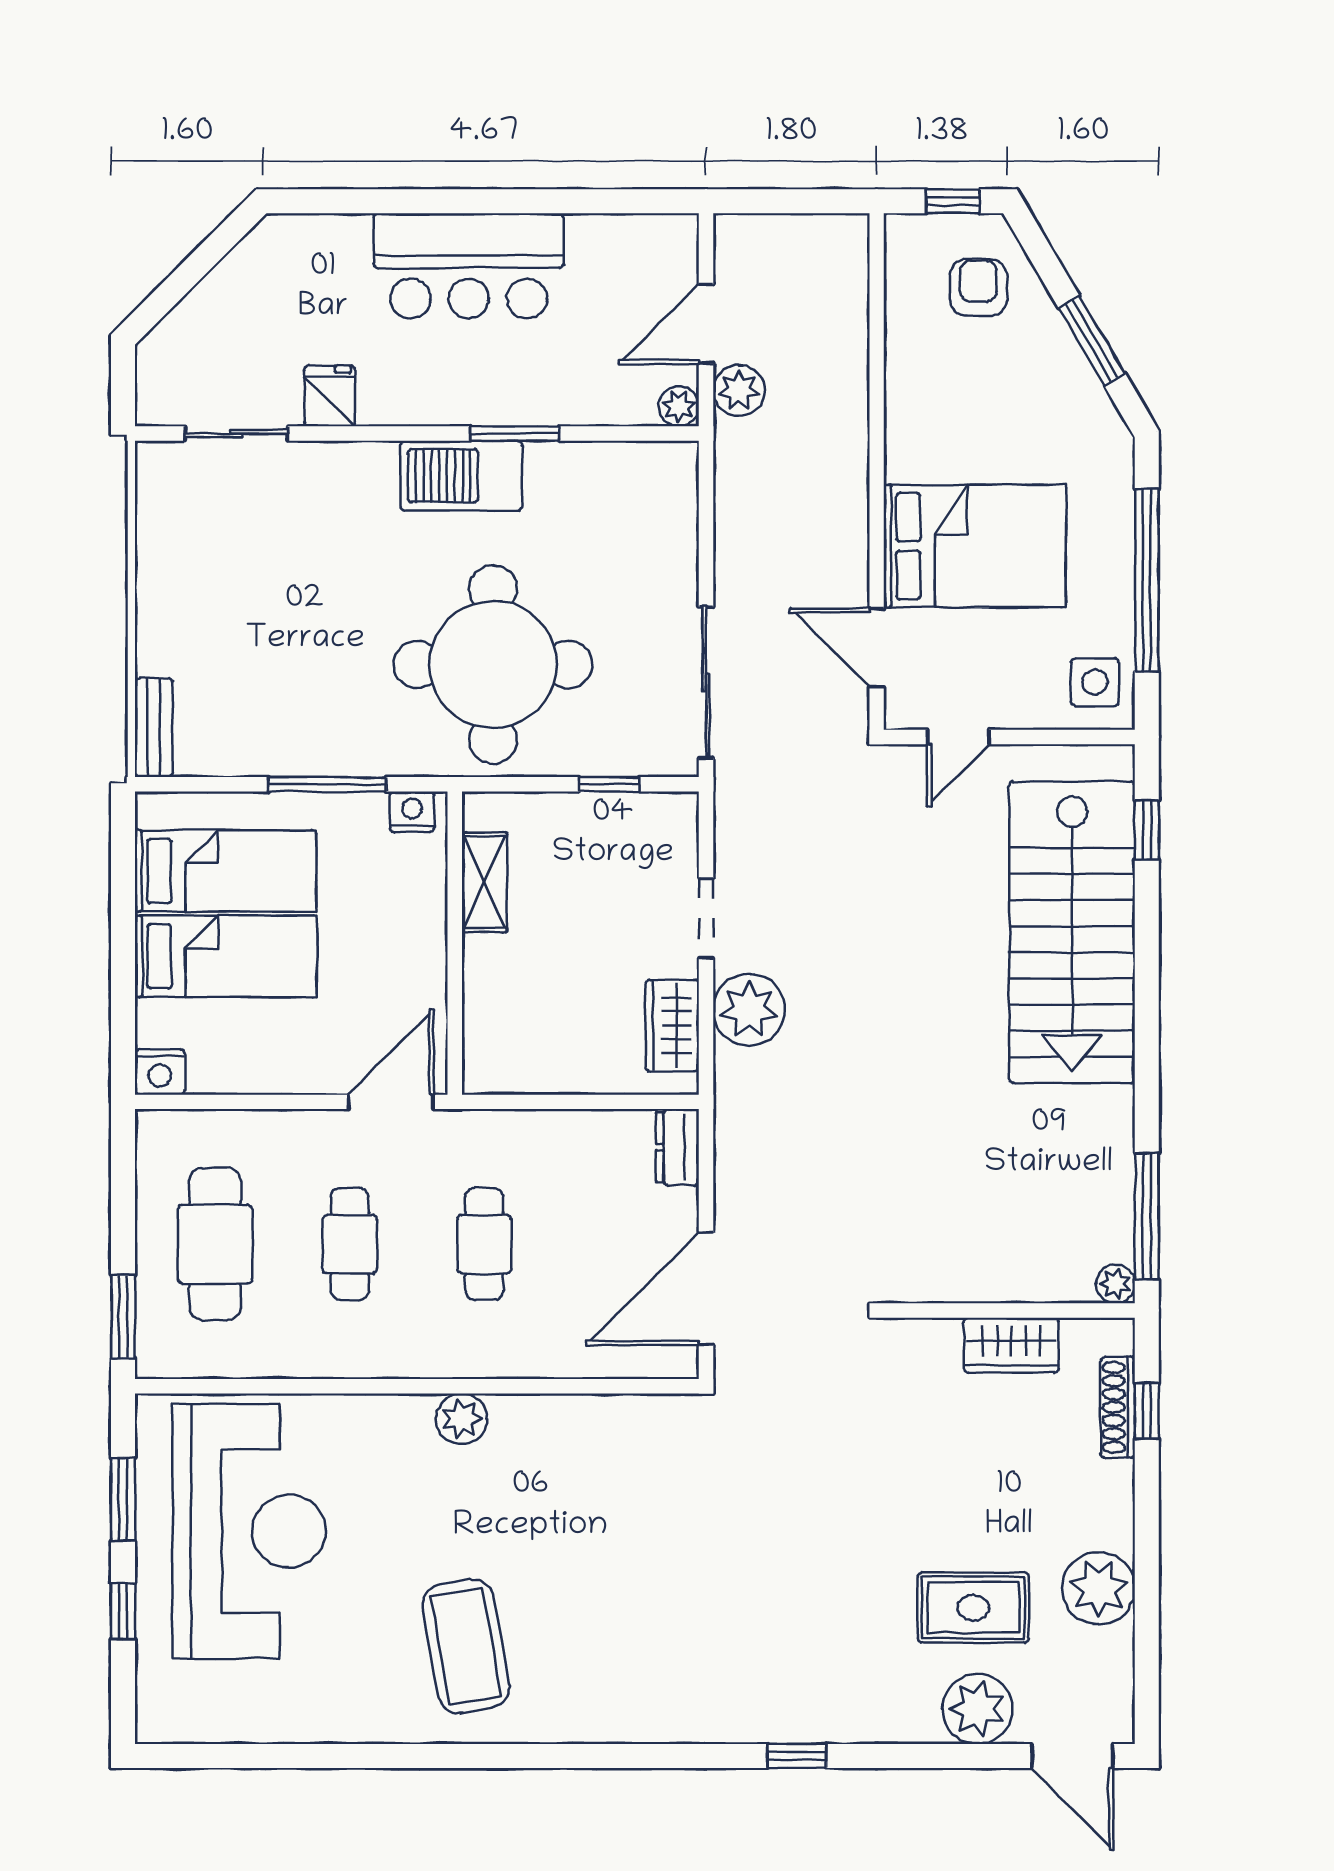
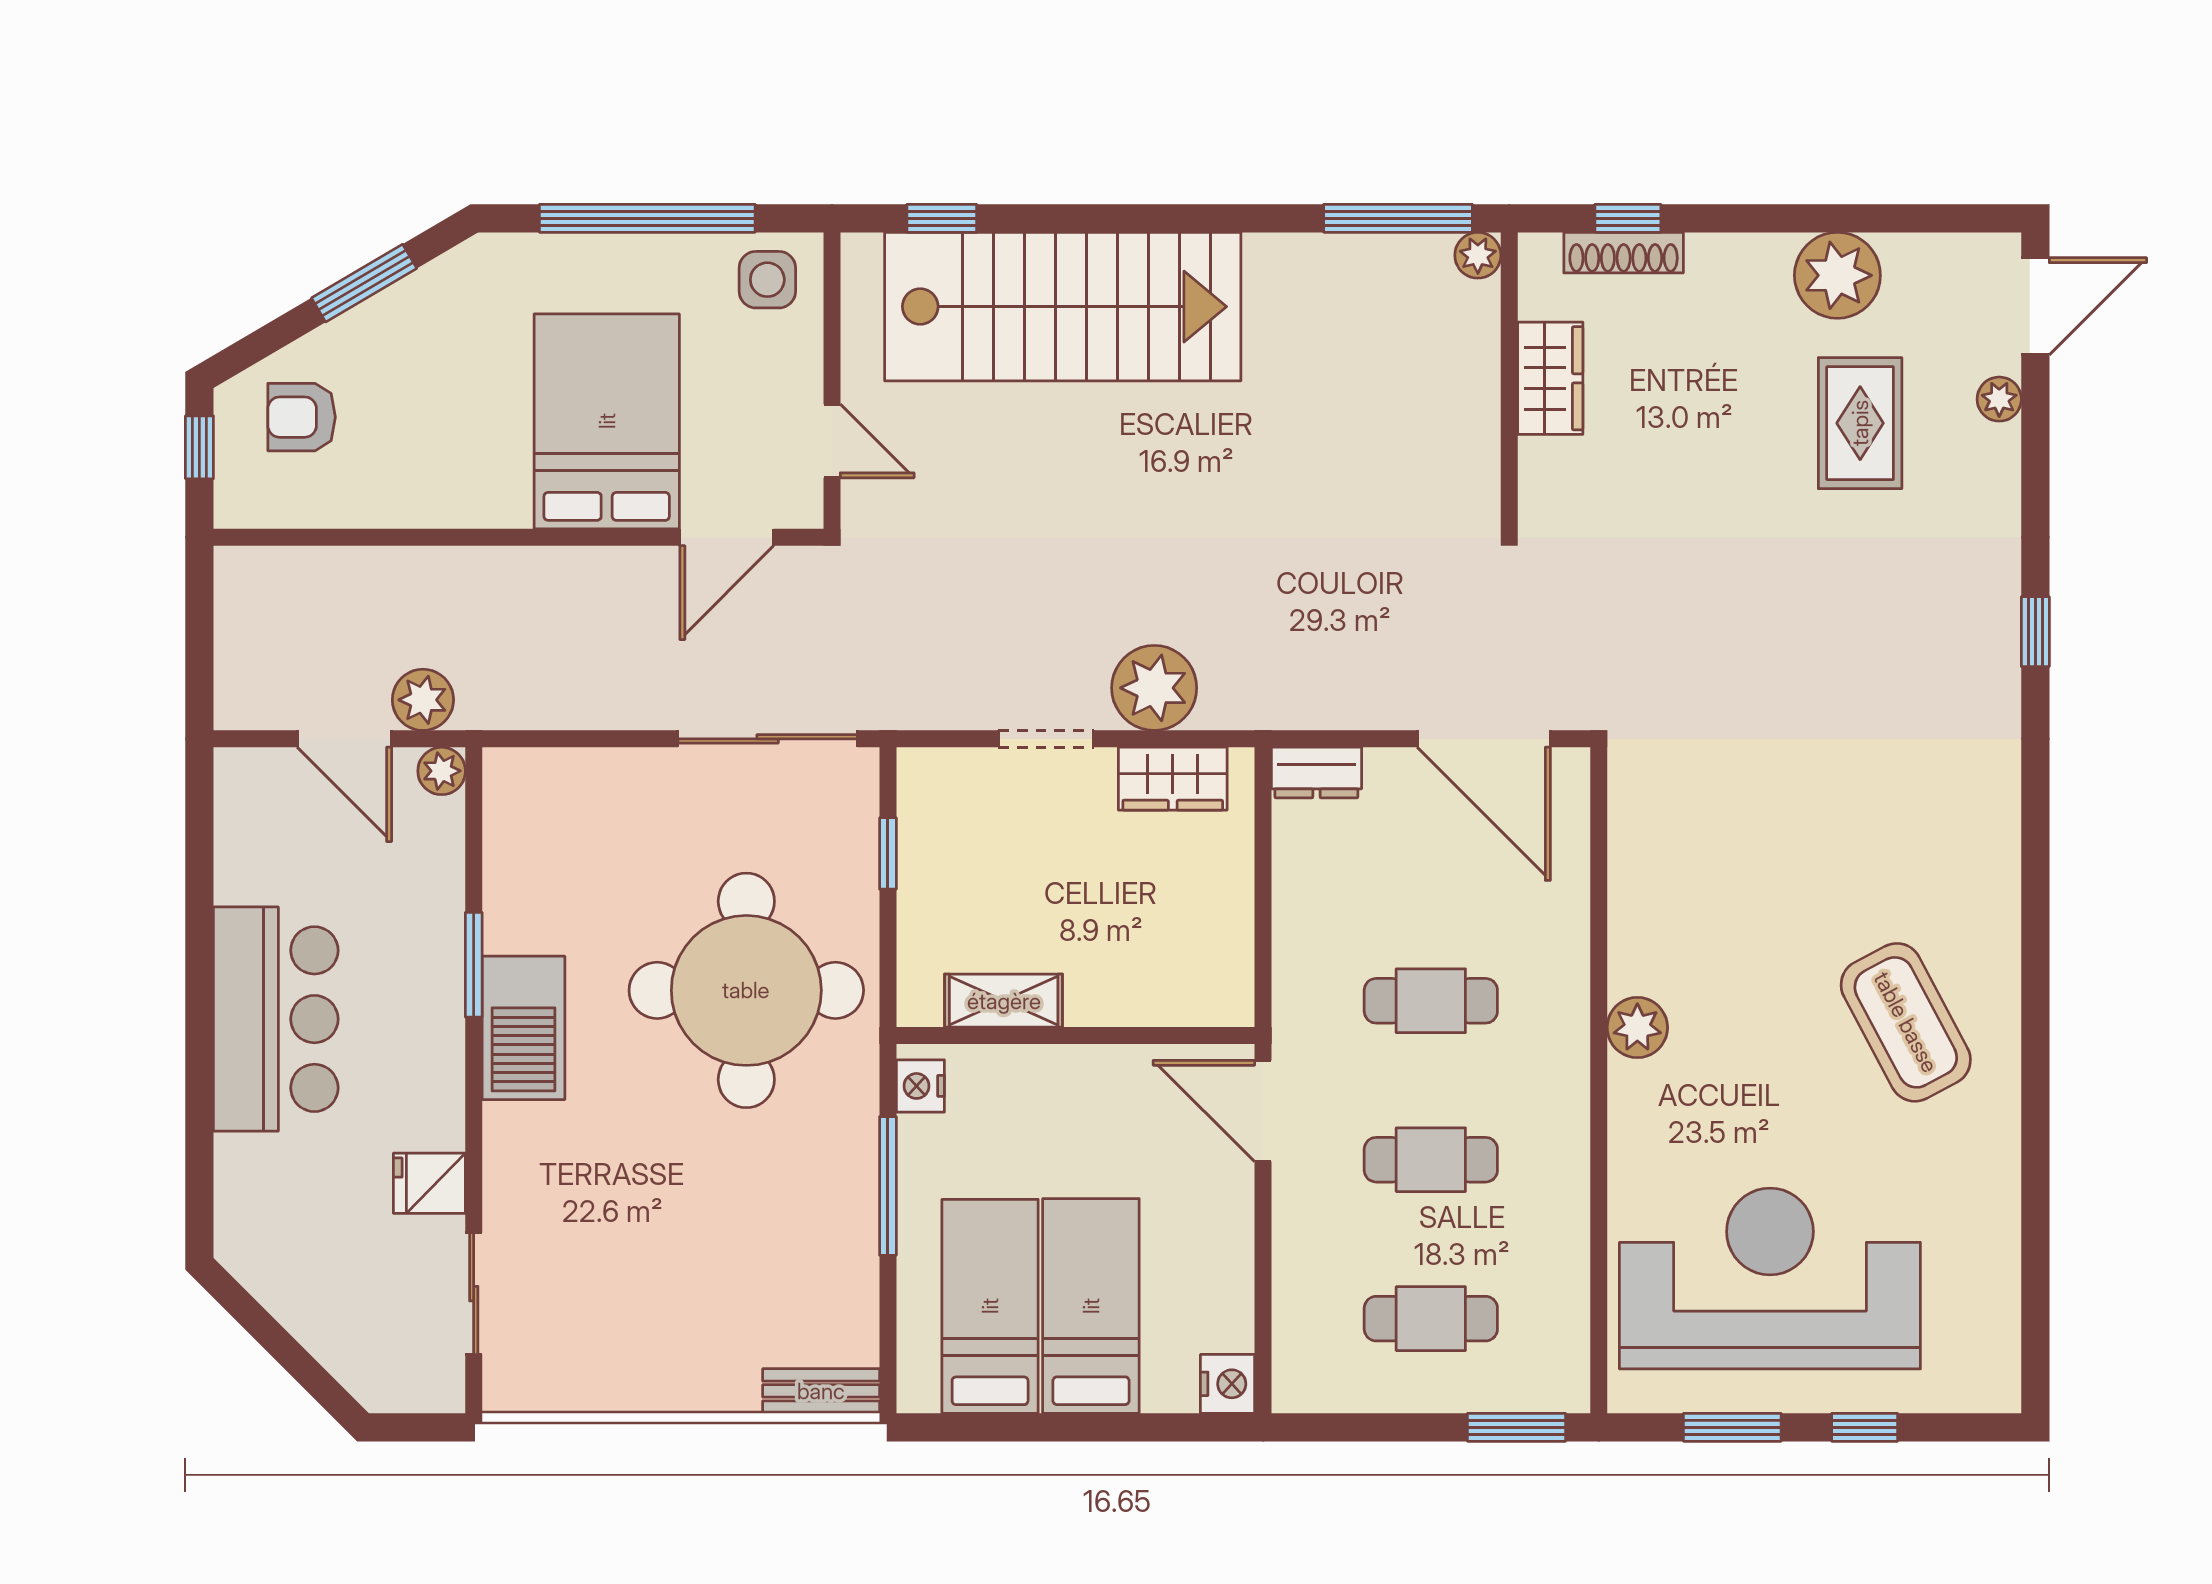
cafe table: (215, 1244) -> (1431, 1319), width x0.73, depth x0.74
coffee table: (466, 1646) -> (1906, 1022), turned 72
plant: (977, 1709) -> (1999, 399), width x0.53, depth x0.53

